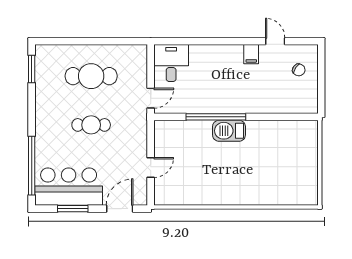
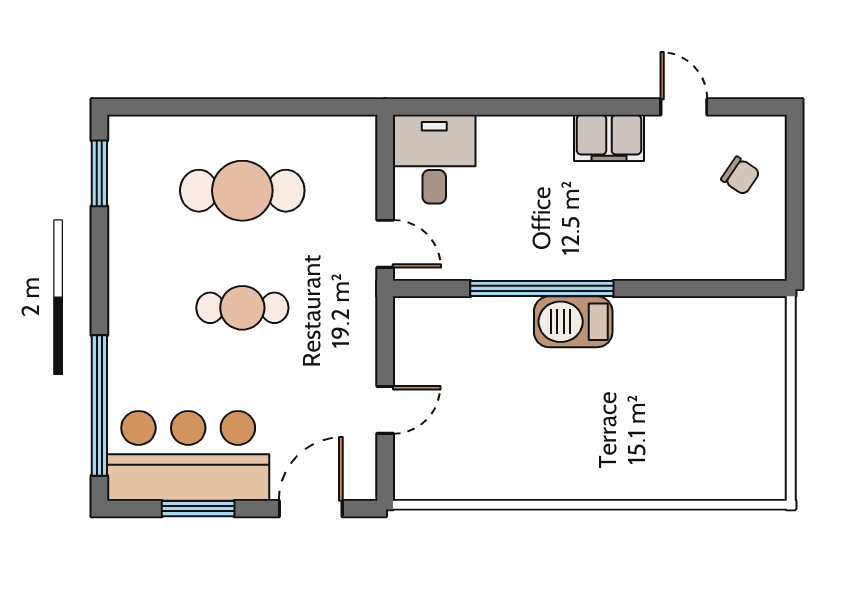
filing cabinet: (251, 54) -> (609, 138), width x2.00
door: (151, 98) -> (385, 244), hinge flipped

